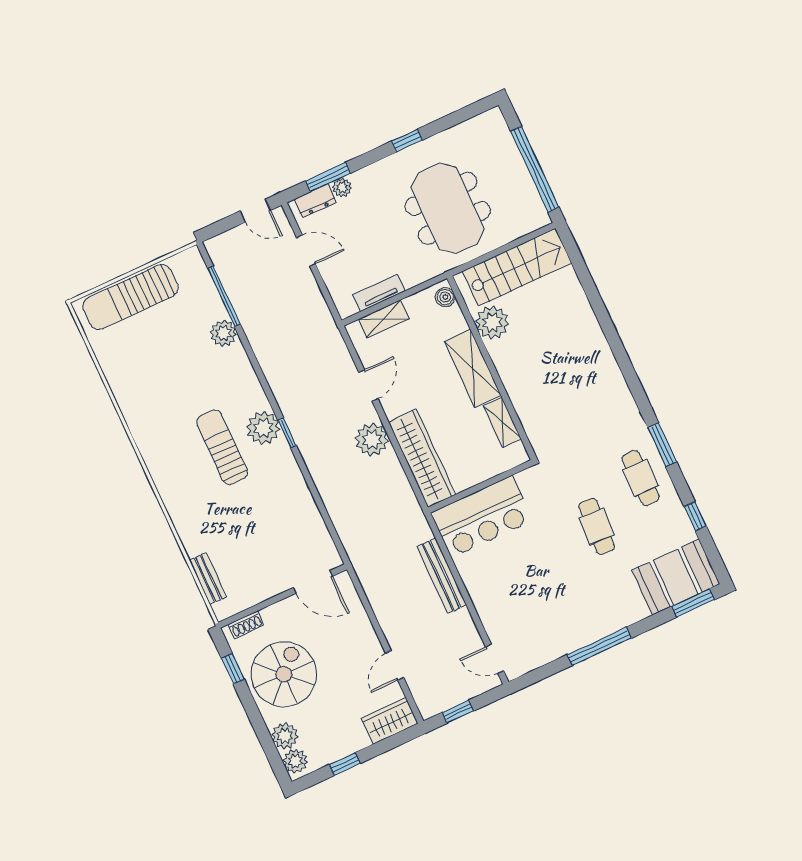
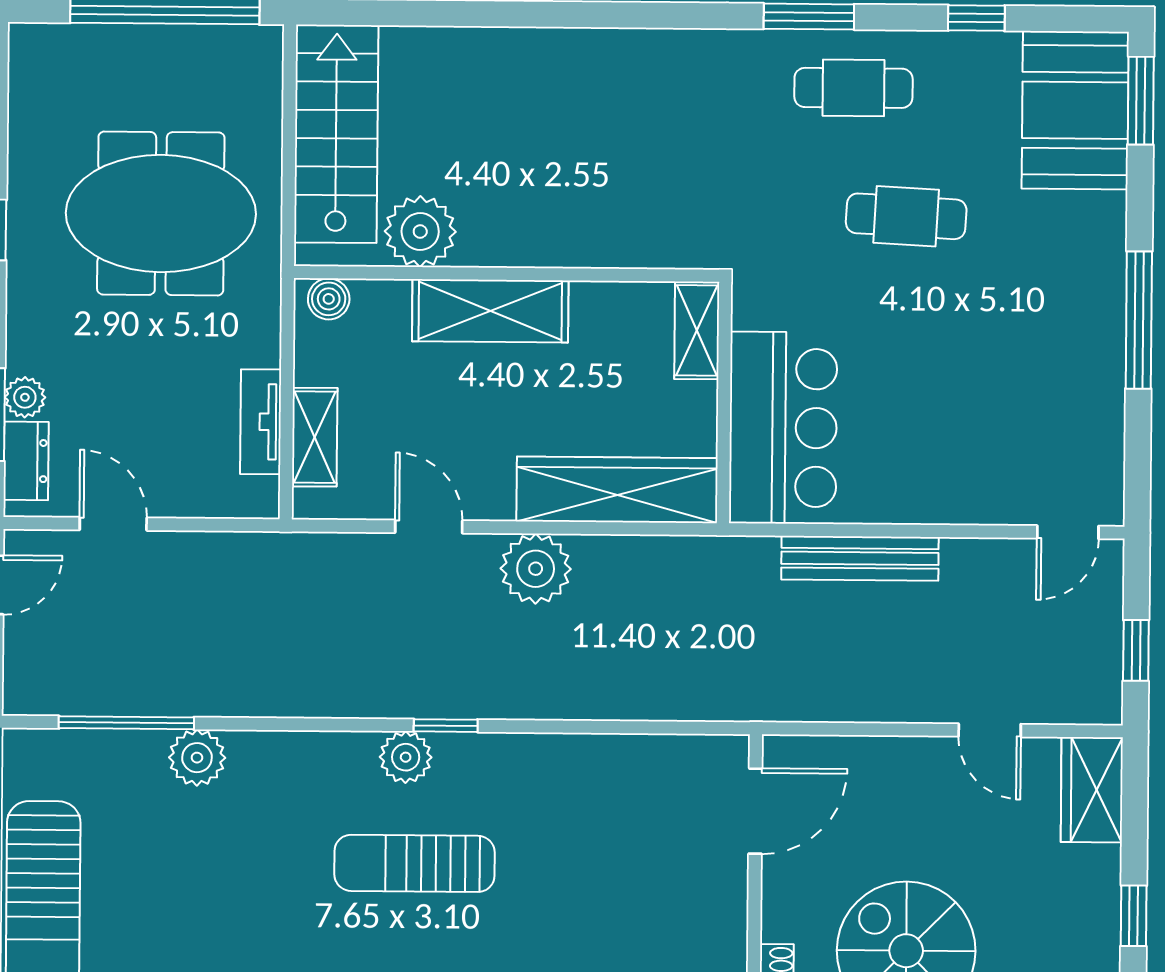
door: (306, 251) -> (113, 524), hinge flipped
shelving: (502, 422) -> (697, 330), moved, turned 90
plant: (263, 428) -> (406, 757), width x0.73, depth x0.73

